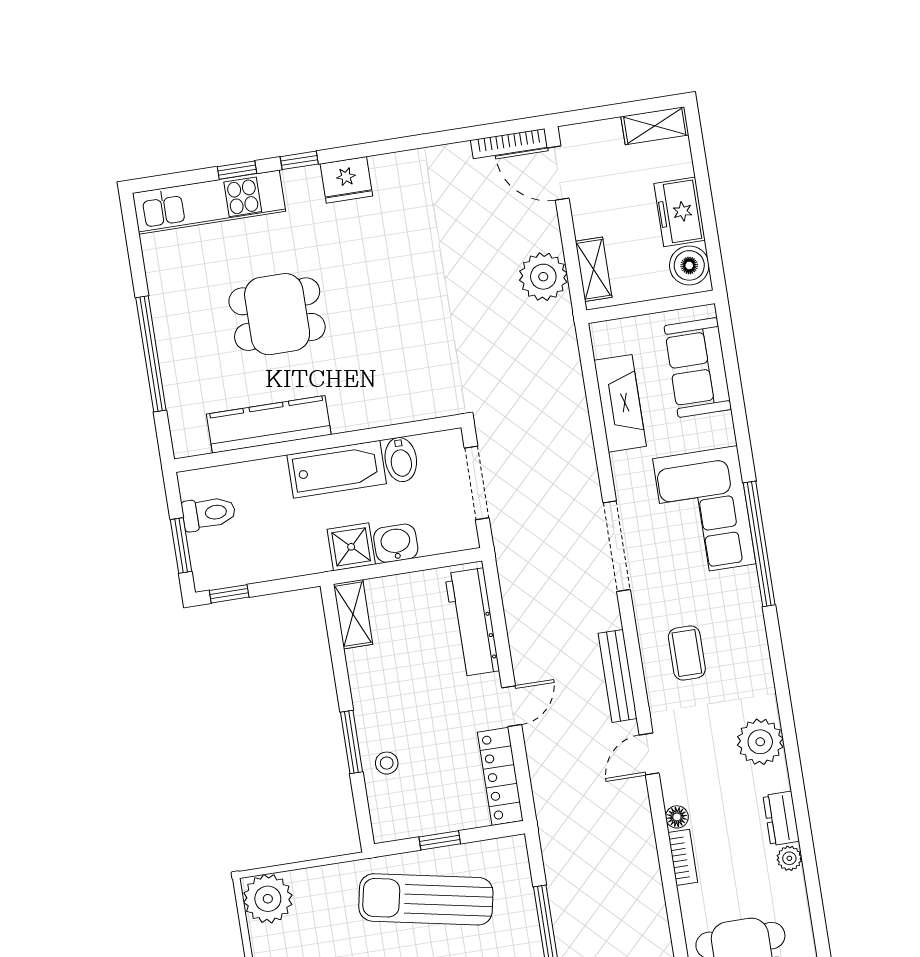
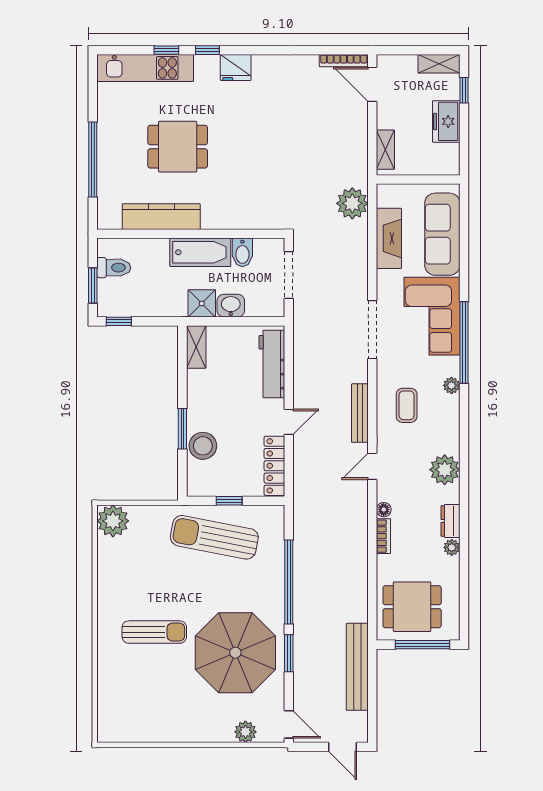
window: (699, 160) -> (464, 90), added
boiler: (689, 265) -> (447, 157), removed
plant: (543, 277) -> (352, 203), moved
sofa: (698, 368) -> (442, 234), width x1.36
plant: (750, 612) -> (452, 385), added
stool: (387, 763) -> (203, 446), width x1.89, depth x1.89

